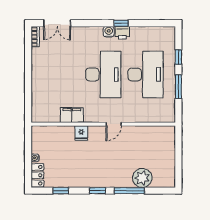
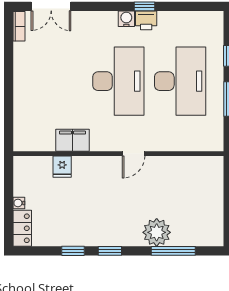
fridge: (81, 133) -> (62, 167), moved
plant: (142, 178) -> (157, 232), moved
window: (61, 191) -> (73, 251), moved
window: (129, 191) -> (173, 251), moved

